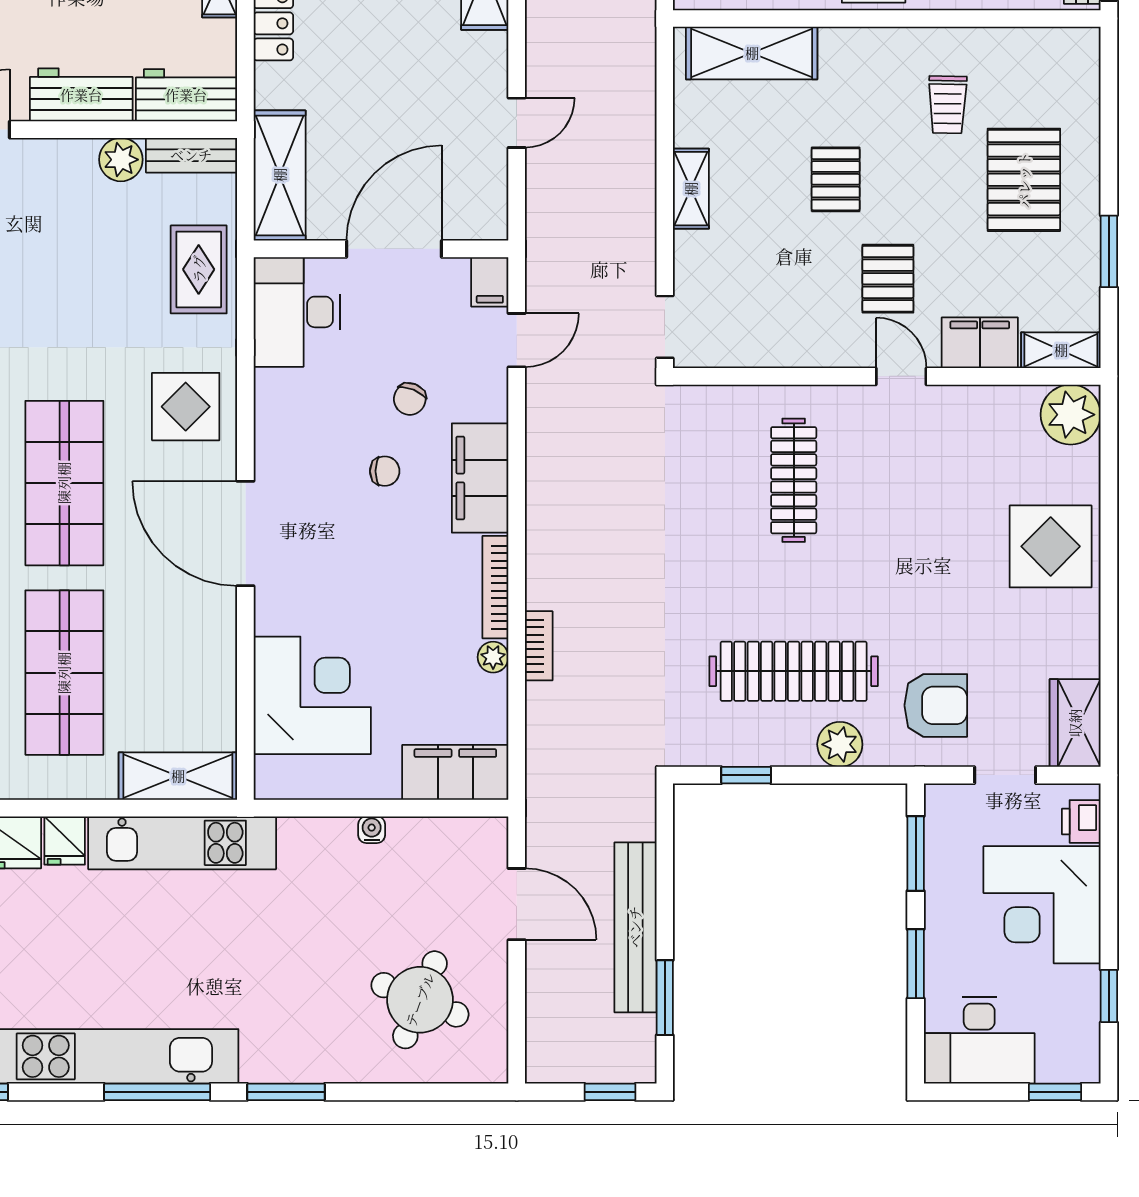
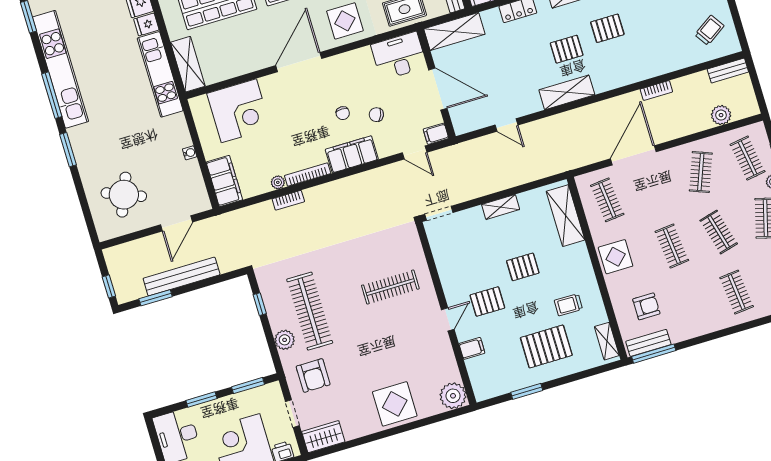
filing cabinet: (980, 343) -> (472, 348), width x0.50
shelving: (1061, 350) -> (607, 341), moved

